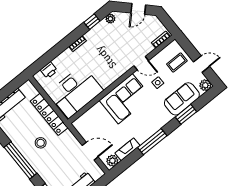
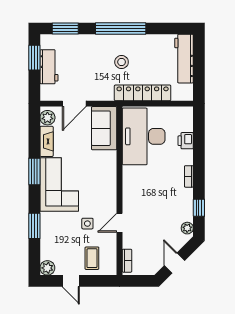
door: (202, 64) -> (71, 281), hinge flipped
printer: (49, 70) -> (186, 141), moved
corner sofa: (125, 99) -> (59, 185), moved, turned 180
sofa: (182, 99) -> (104, 128), moved, turned 180
window: (152, 142) -> (34, 171), width x0.69

